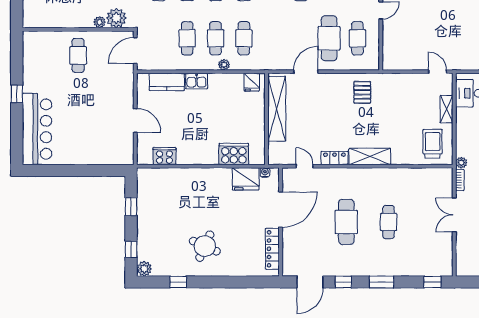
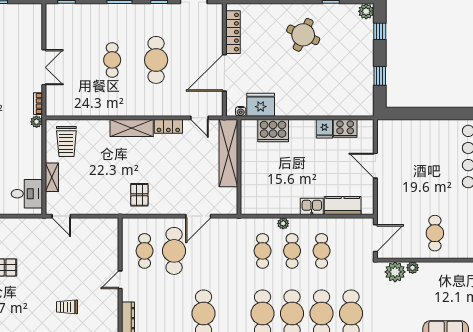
fridge: (252, 82) -> (324, 129), moved, turned 180
shelving: (277, 109) -> (228, 153), moved

